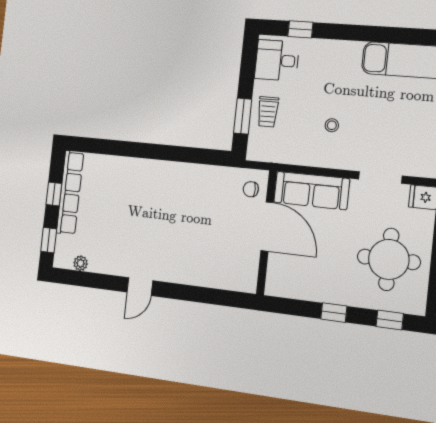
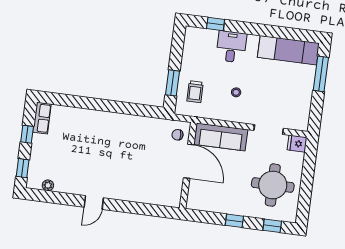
desk: (277, 60) -> (231, 47), moved, turned 90
trolley: (268, 112) -> (195, 92), moved
row of seats: (70, 193) -> (42, 118), width x0.50

